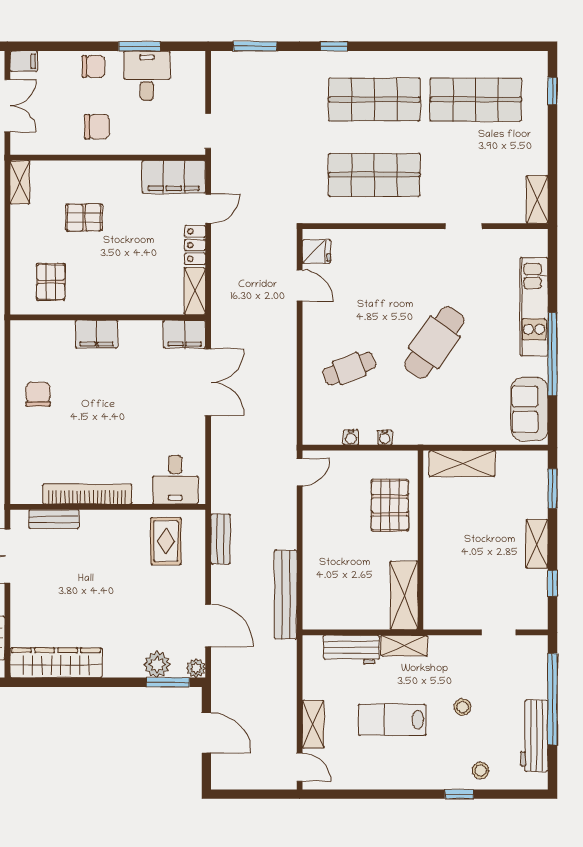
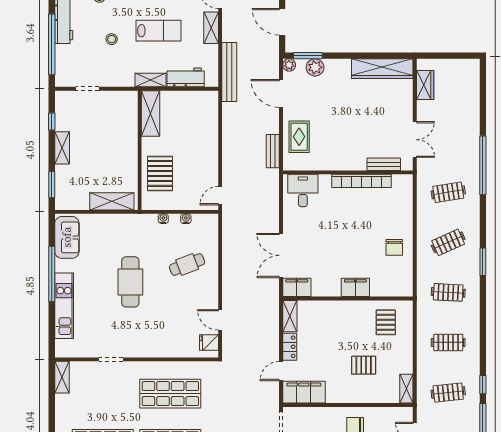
cafe table: (434, 342) -> (130, 282), turned -35
rug: (166, 541) -> (299, 137), moved
bench: (286, 595) -> (229, 72), moved

